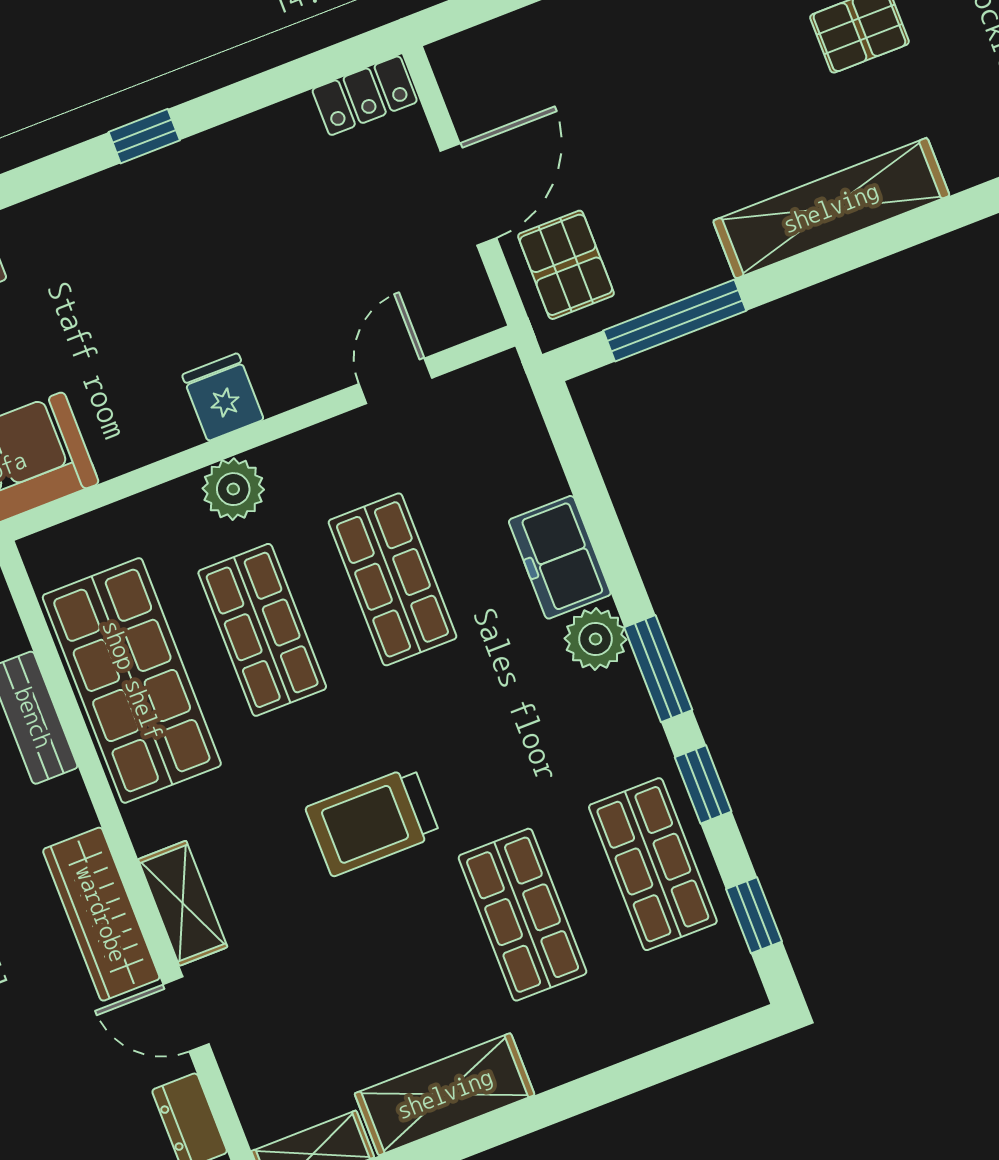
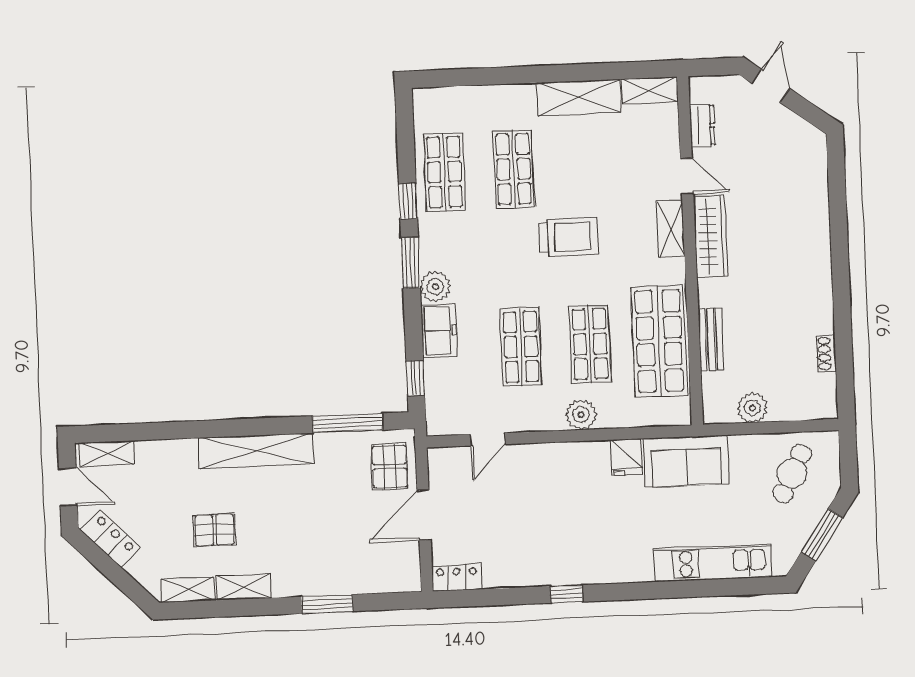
fridge: (223, 397) -> (626, 457), moved
window: (754, 915) -> (415, 378), moved

